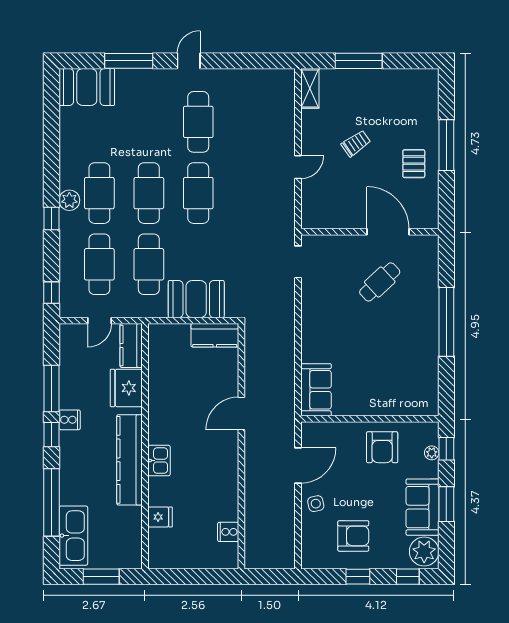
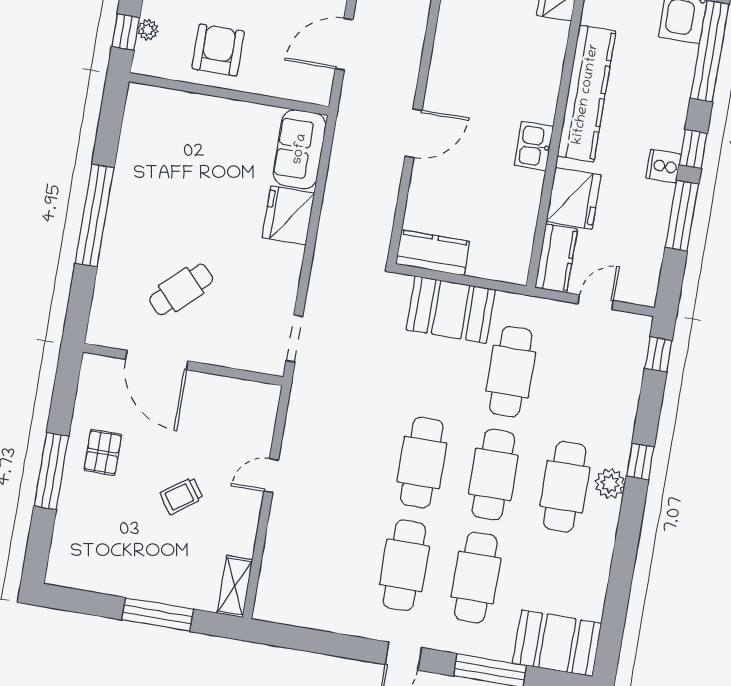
cafe table: (99, 264) -> (476, 578), moved
fridge: (316, 344) -> (288, 215), added
kitchen sink: (159, 461) -> (534, 146), moved

